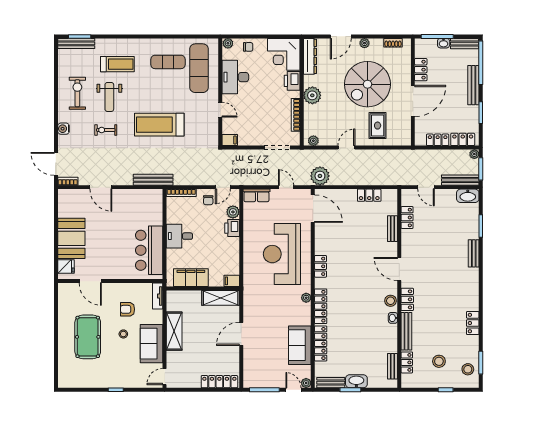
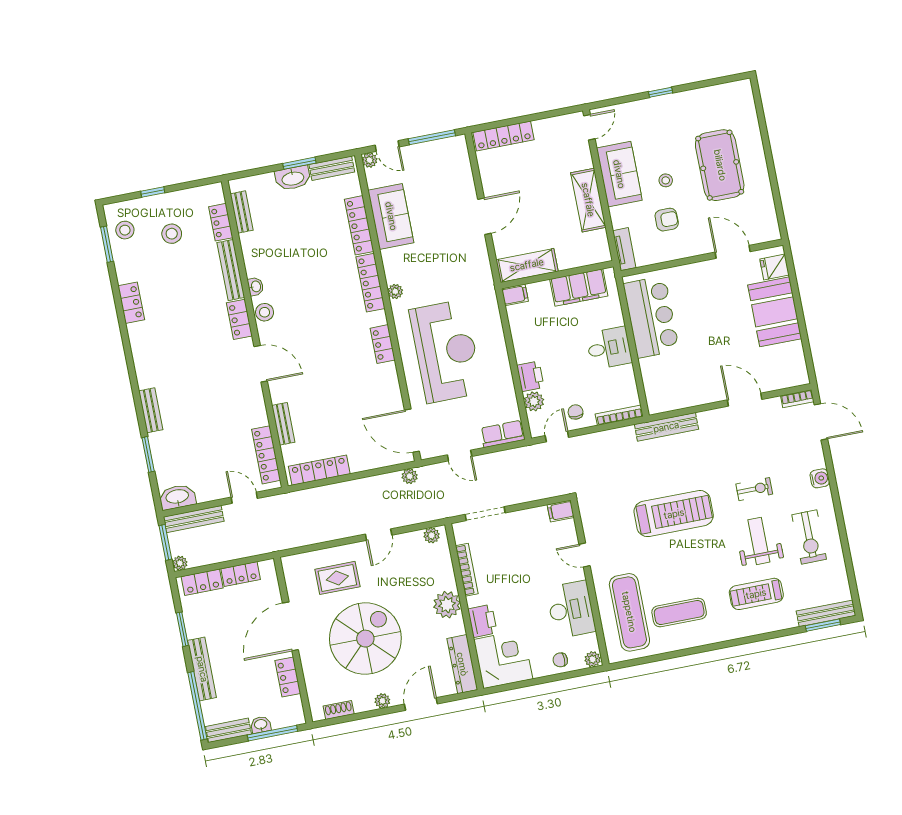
rug: (378, 126) -> (337, 578), turned 90
plant: (320, 176) -> (410, 476), width x0.53, depth x0.53
locker: (369, 195) -> (319, 470), width x1.53
locker: (407, 218) -> (266, 455), width x1.53

